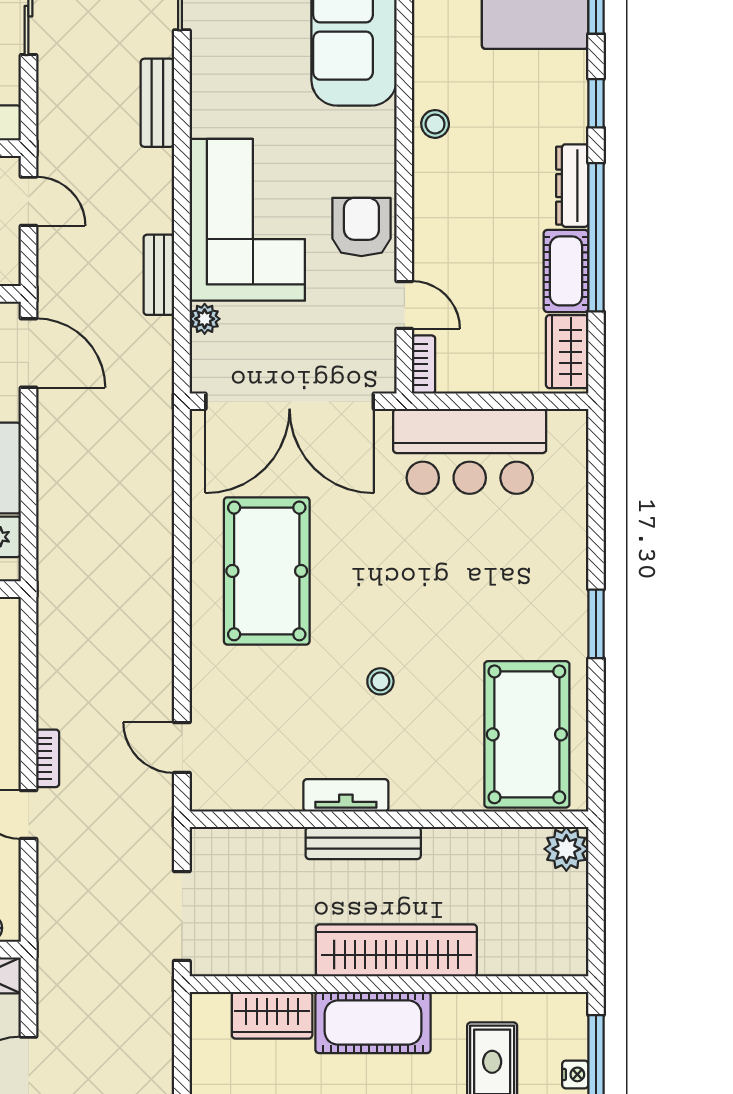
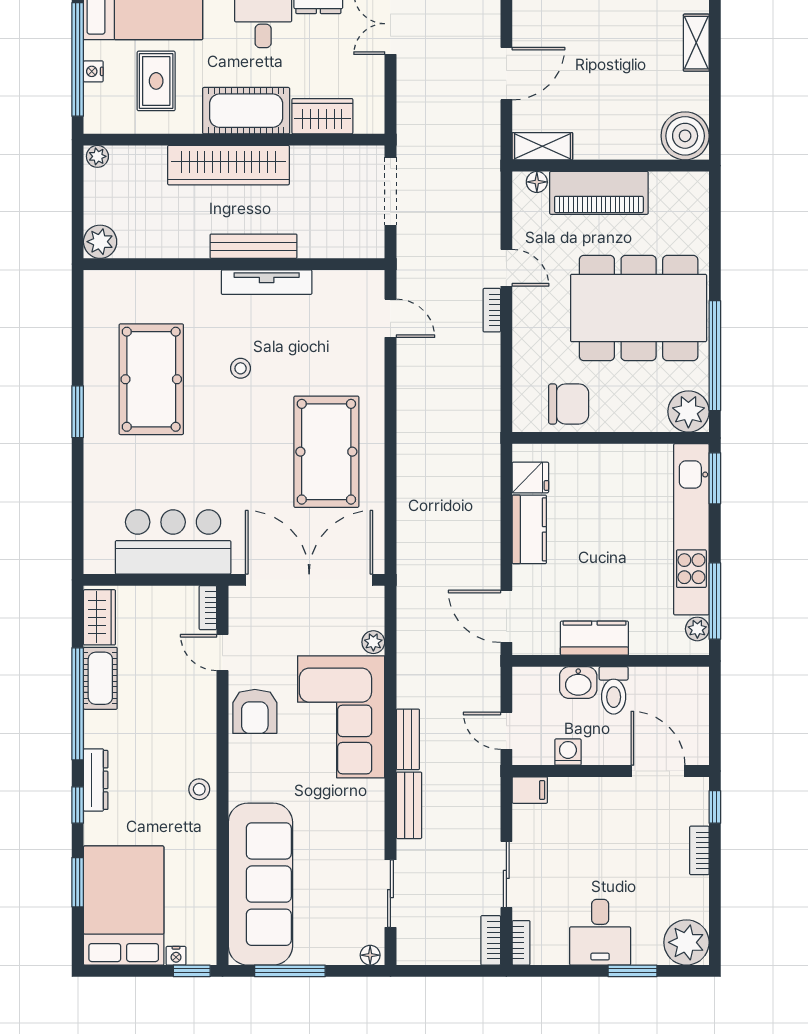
dresser: (572, 186) -> (96, 780), moved
bench: (159, 275) -> (408, 739), moved
pool table: (527, 734) -> (151, 379), moved
tv unit: (346, 795) -> (267, 282), width x1.41
plant: (570, 962) -> (97, 156), added

